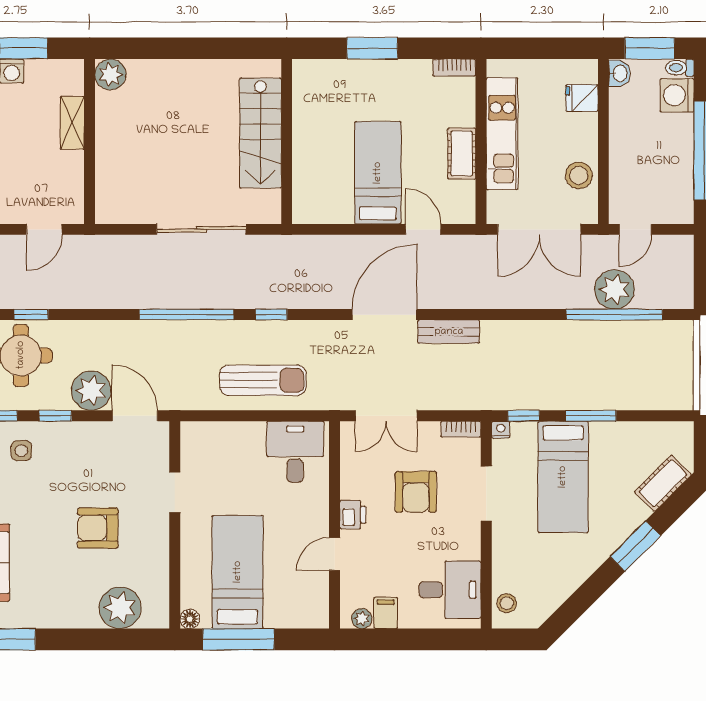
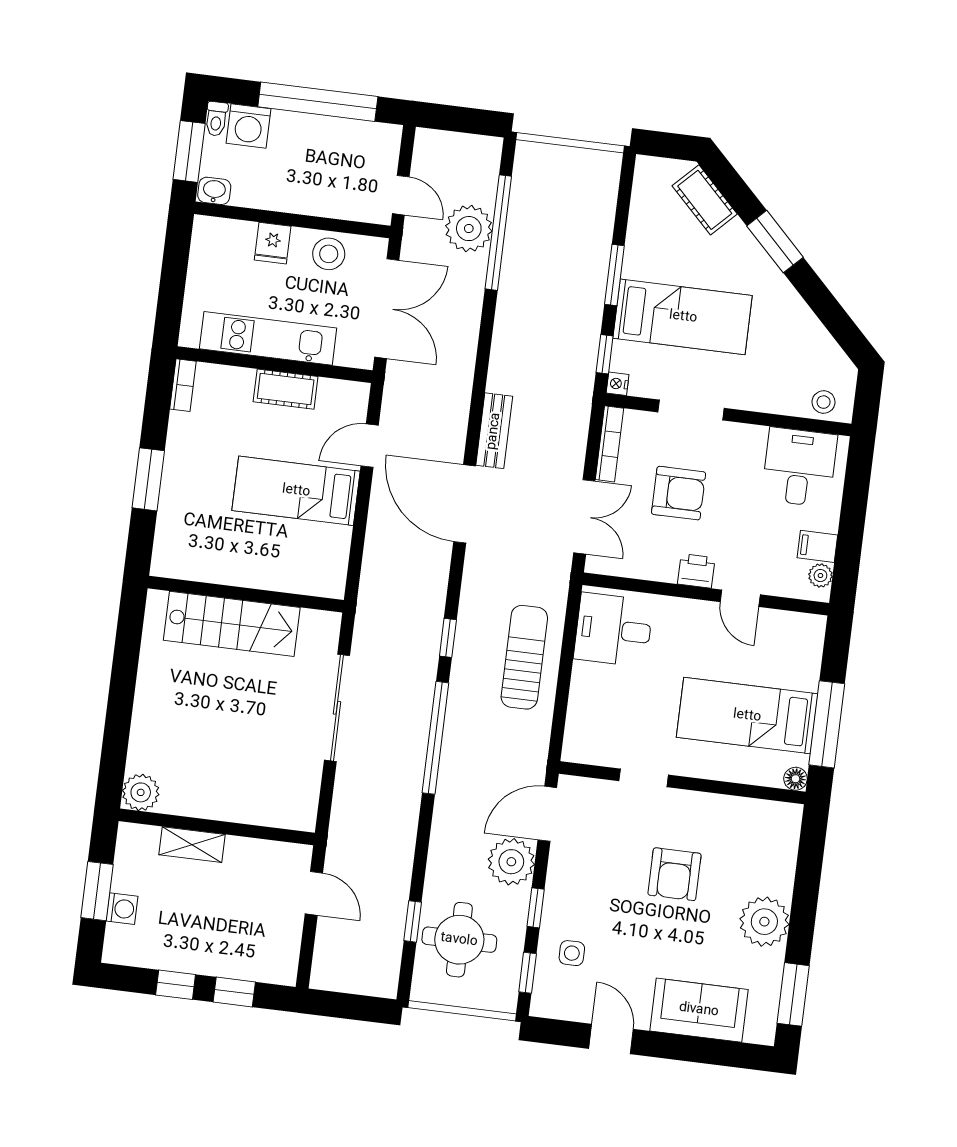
fridge: (582, 98) -> (273, 243), moved
bookcase: (461, 429) -> (609, 444), width x1.56
plant: (120, 608) -> (764, 922), moved

